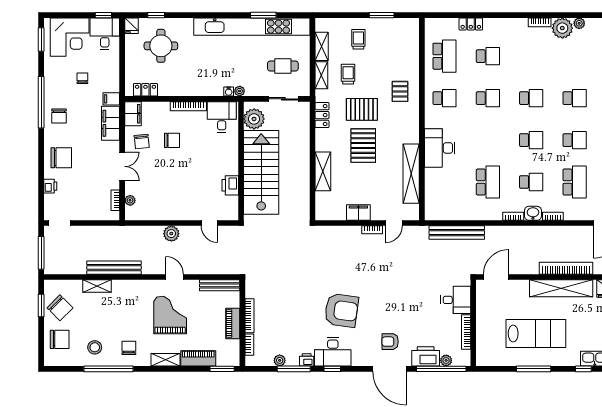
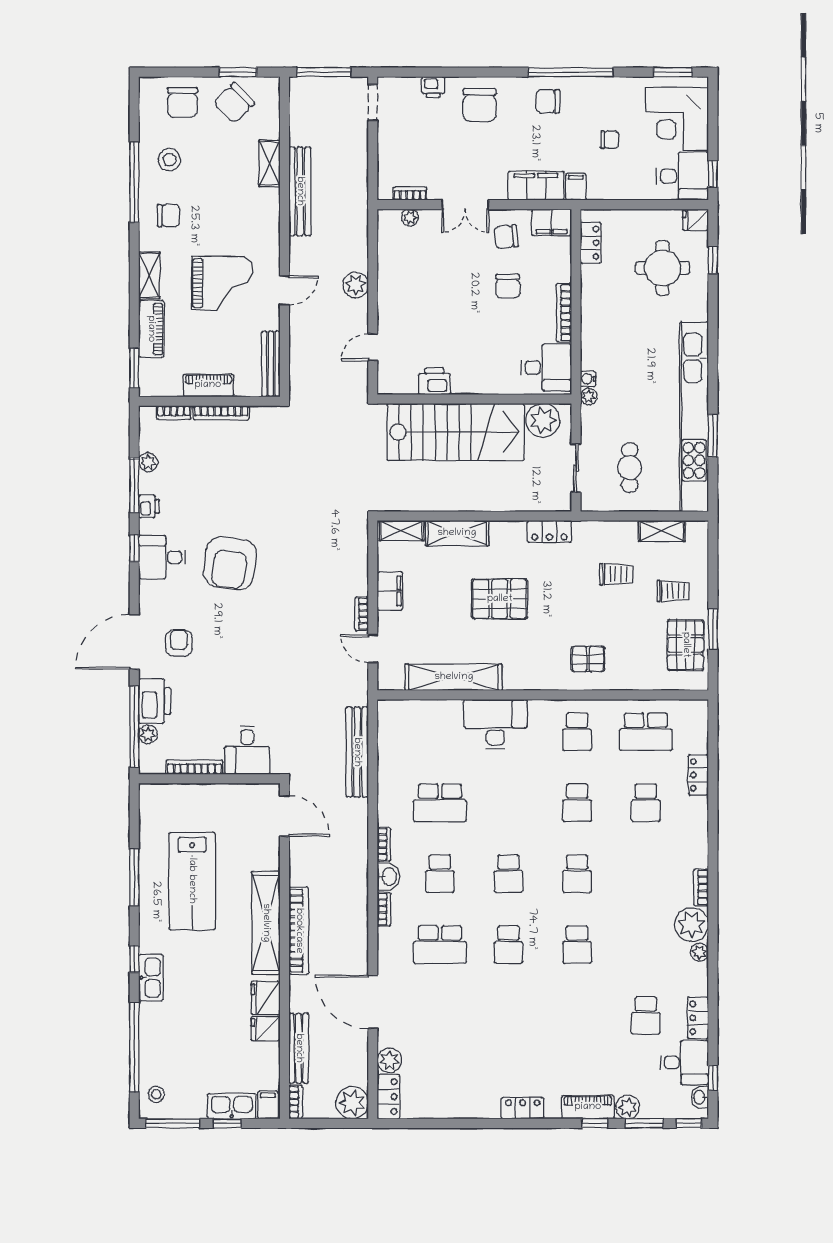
shelving: (321, 75) -> (401, 530), moved
pallet: (362, 109) -> (686, 645), moved
desk: (333, 352) -> (162, 557), width x0.73

